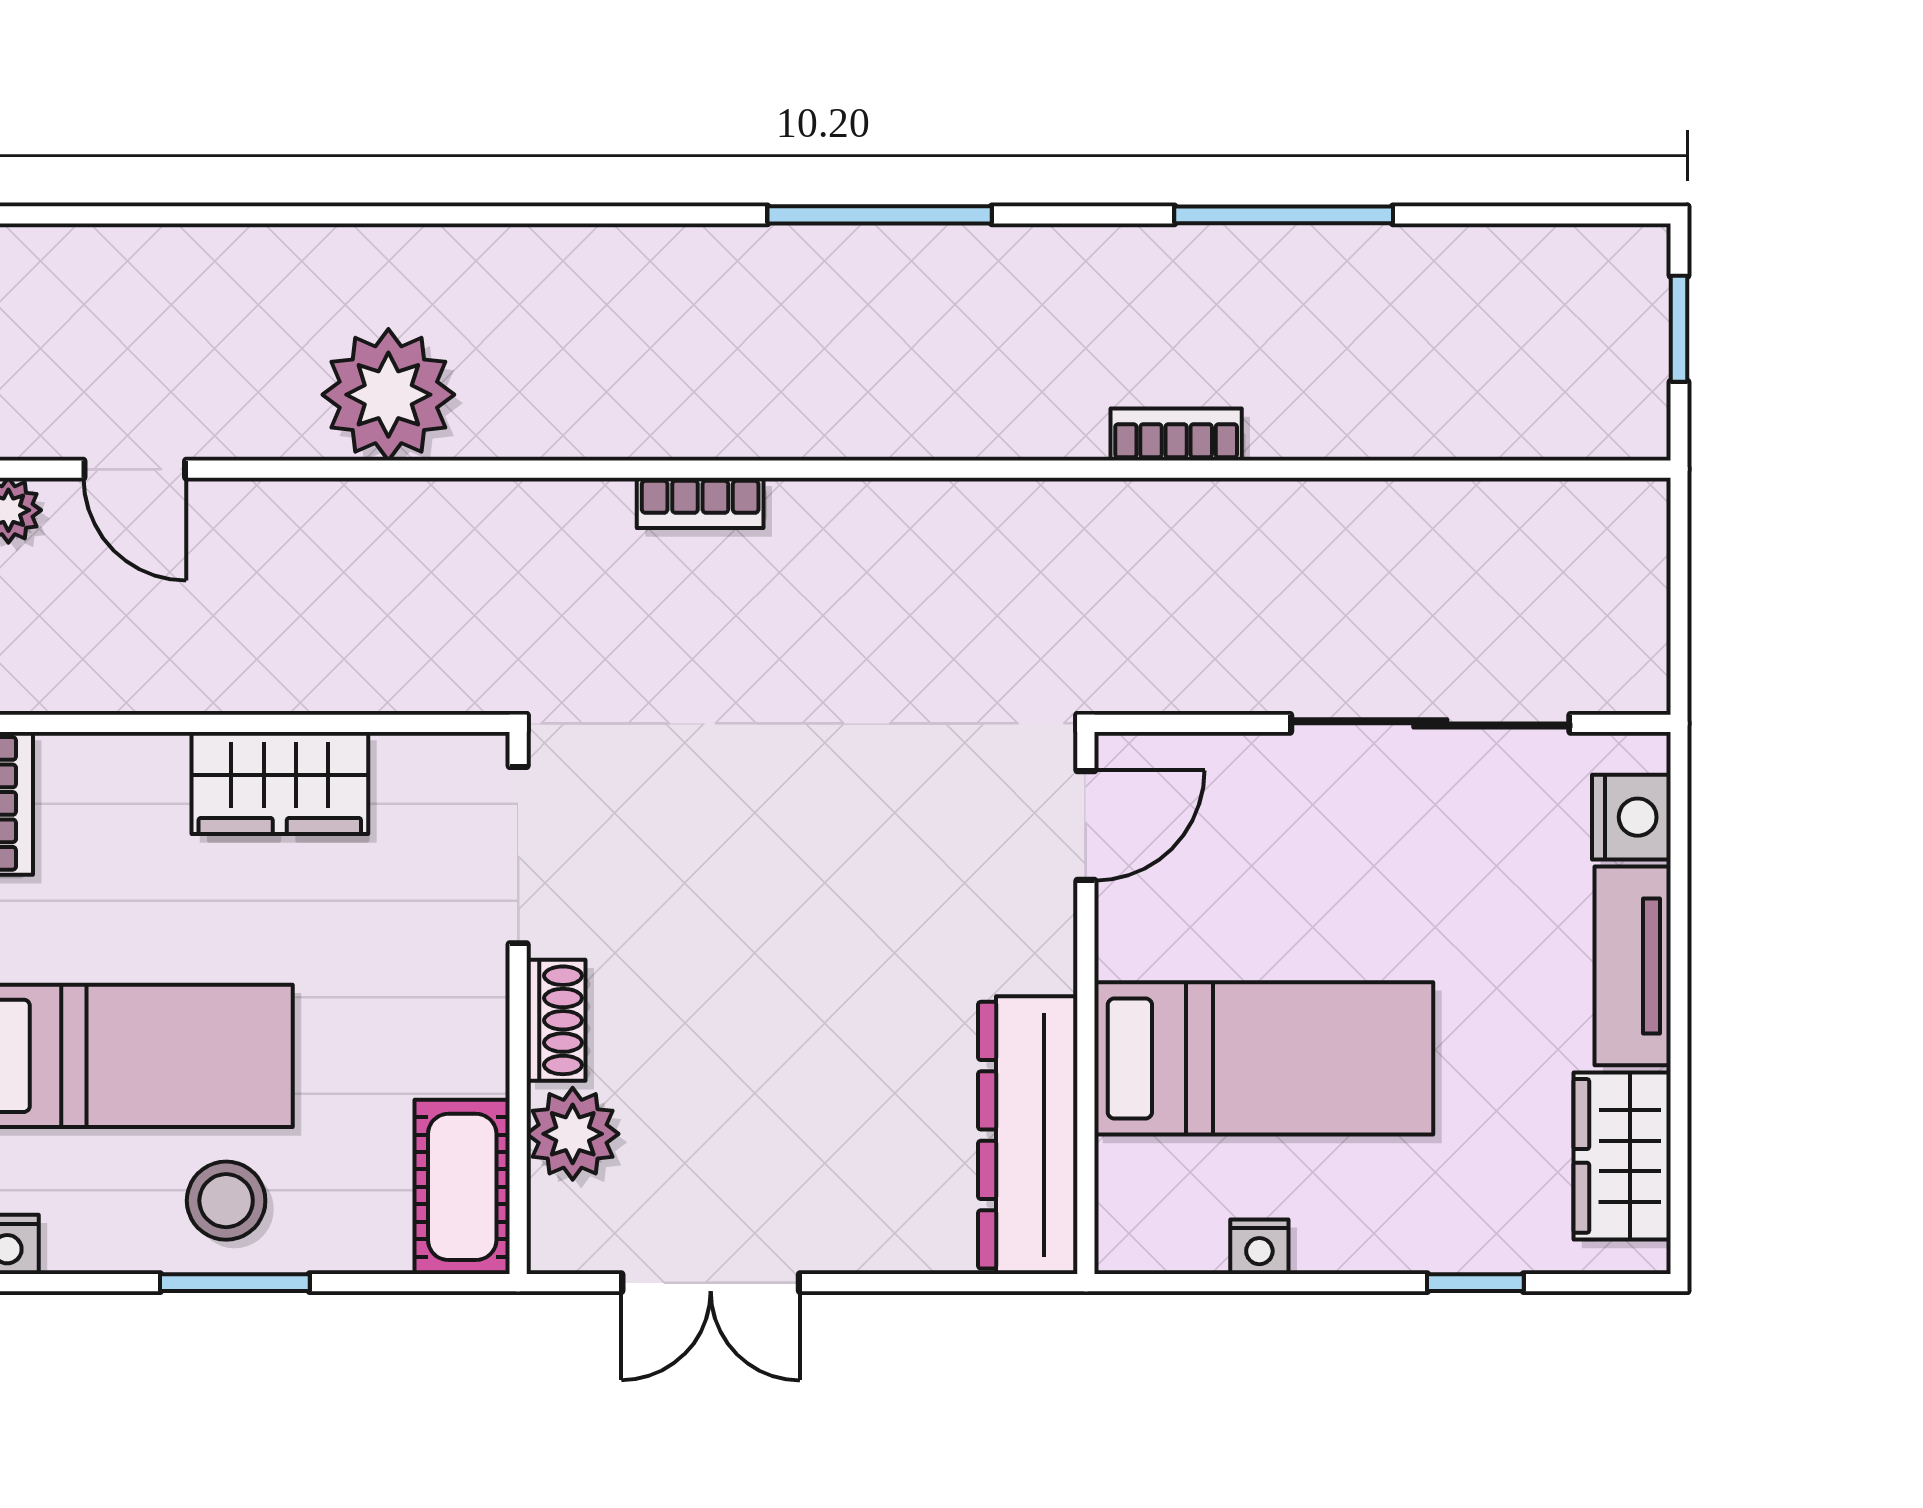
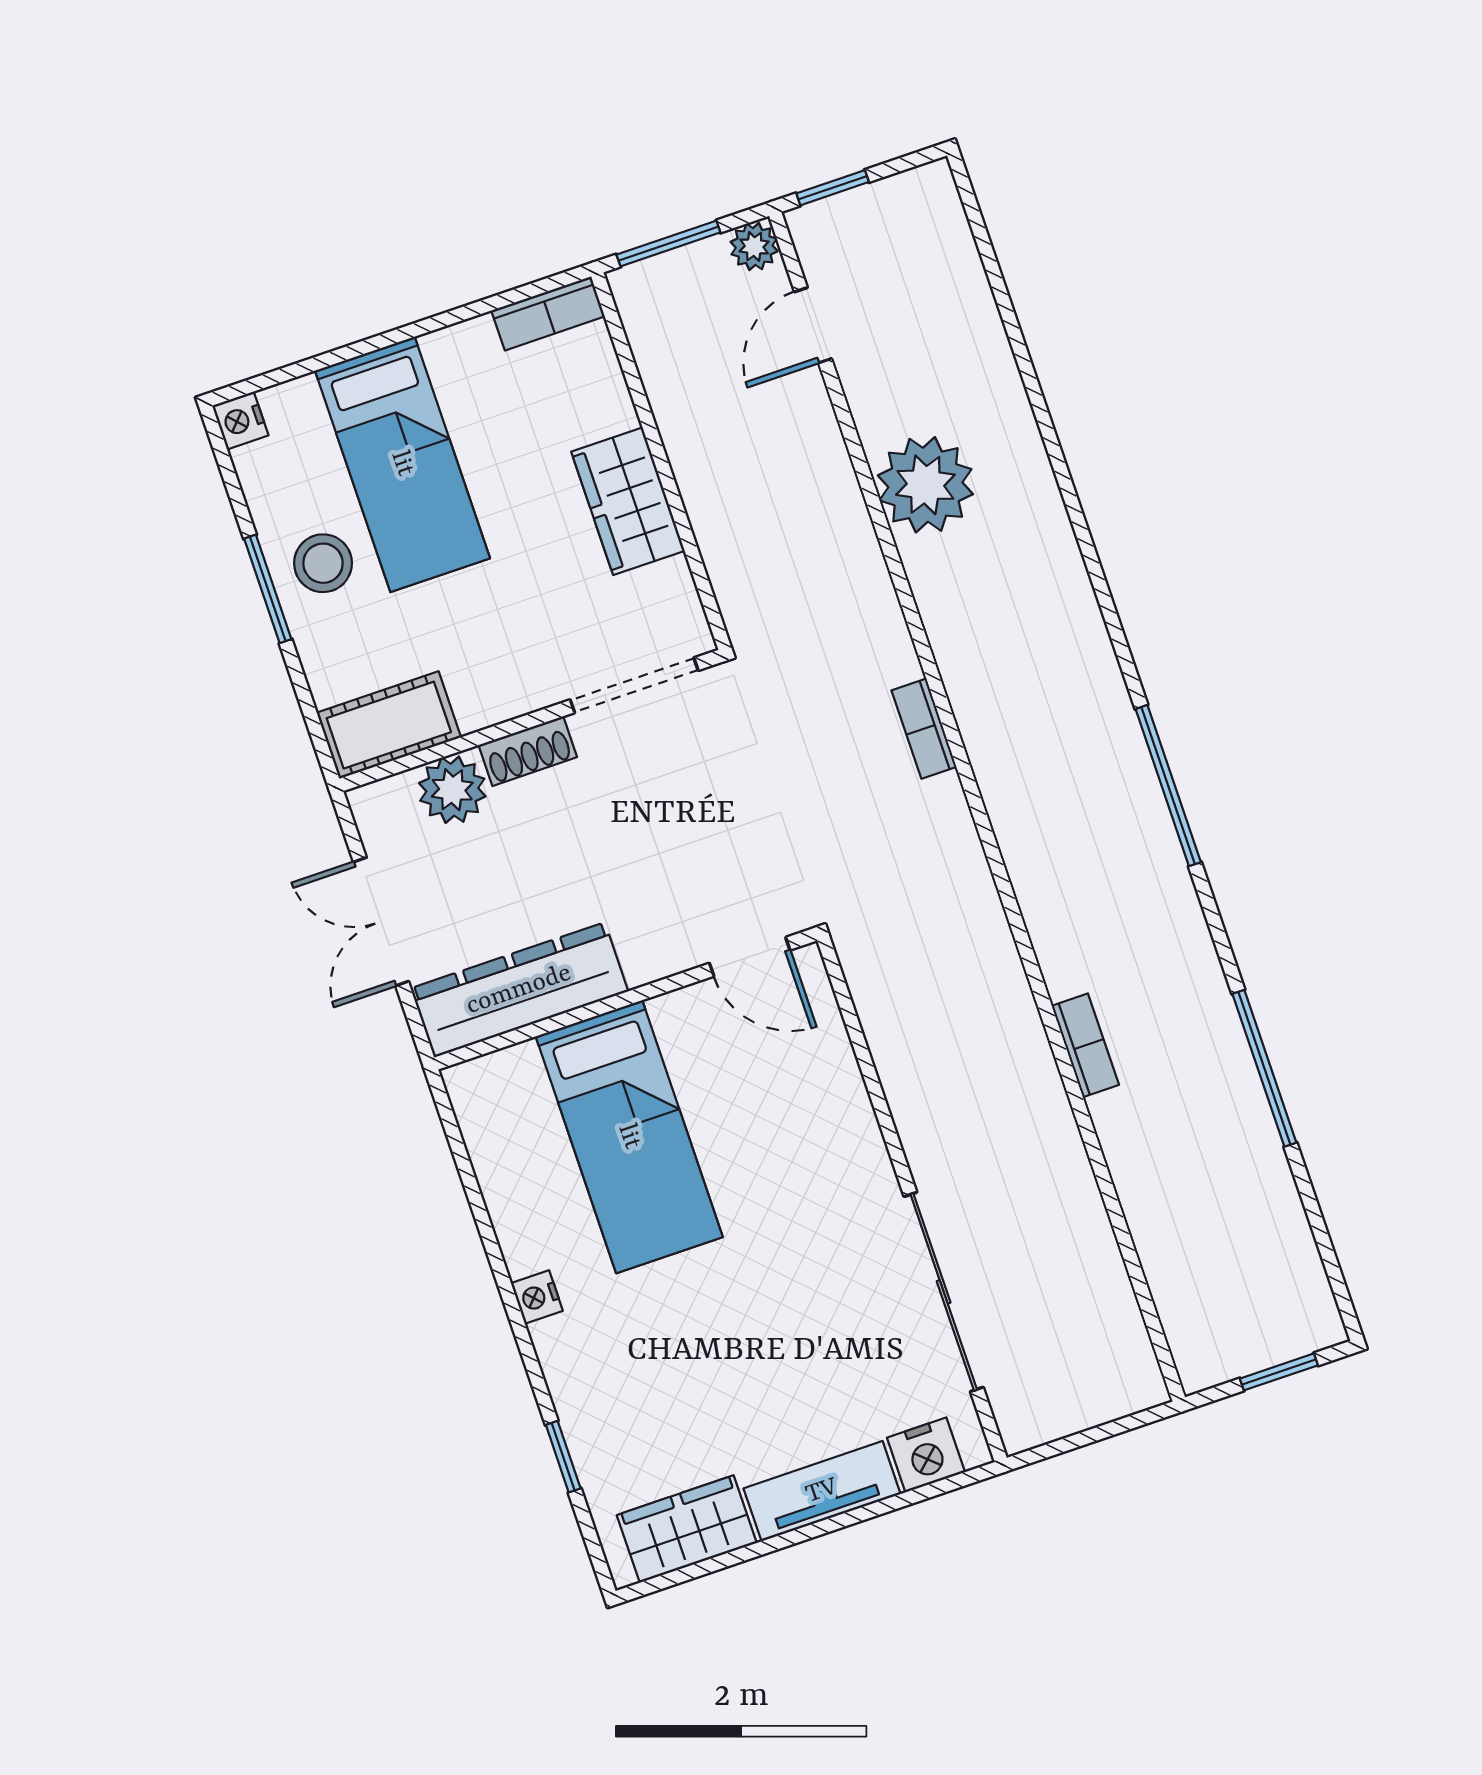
door: (1086, 825) -> (750, 957), moved
wall: (1086, 1003) -> (626, 999), moved
bed: (1264, 1058) -> (629, 1137), moved
dresser: (1028, 1135) -> (519, 990), moved

